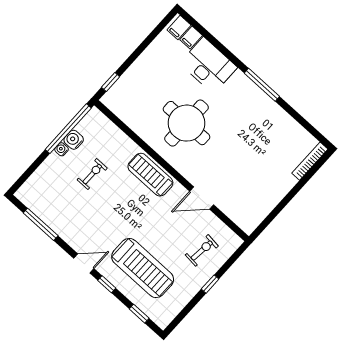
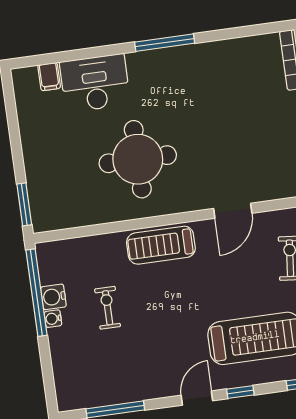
filing cabinet: (179, 27) -> (27, 81), removed
window: (111, 82) -> (24, 204), width x1.50

